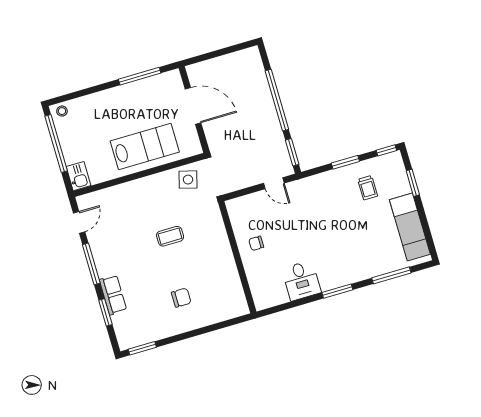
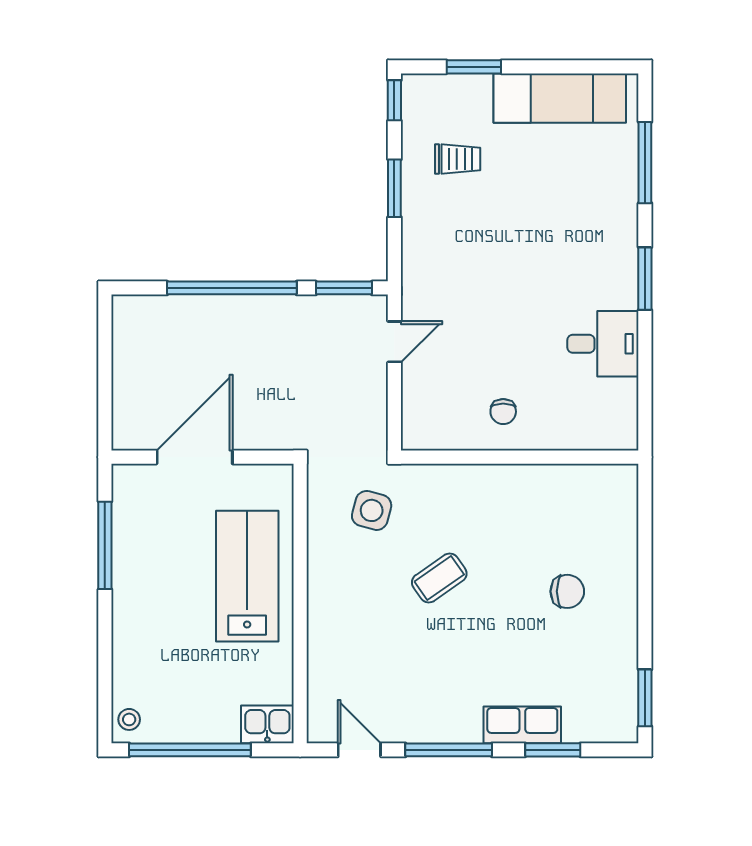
side table: (188, 180) -> (372, 510), moved
coffee table: (170, 236) -> (439, 578), turned 55
chair: (181, 298) -> (567, 591), turned 90

